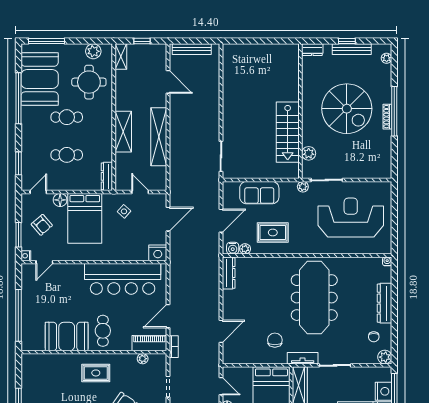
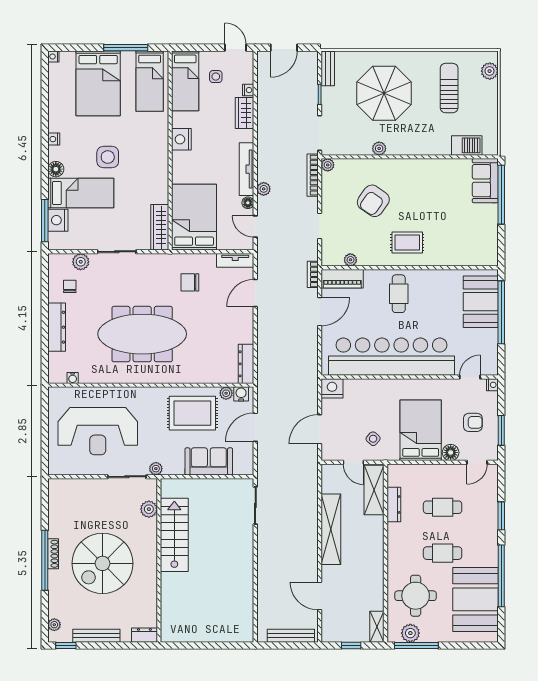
window: (46, 41) -> (416, 646), moved
window: (347, 41) -> (66, 646), moved
spiral stairs: (347, 109) -> (103, 563), turned -90
shelving: (123, 132) -> (374, 490), moved
window: (18, 163) -> (501, 516), moved
dresser: (107, 176) -> (394, 504), moved
armchair: (42, 225) -> (473, 422), turned 131
rug: (273, 232) -> (192, 413), width x1.36, depth x1.43
window: (18, 235) -> (501, 430), moved
water cooler: (387, 261) -> (73, 378), moved
bar counter: (123, 279) -> (392, 357), width x1.36
meeting table: (314, 298) -> (142, 334), turned 90
booth: (67, 336) -> (481, 302), moved, turned 90
chair: (275, 340) -> (190, 282), turned 90
plant: (385, 357) -> (81, 262), moved
tv unit: (303, 358) -> (235, 260), moved

